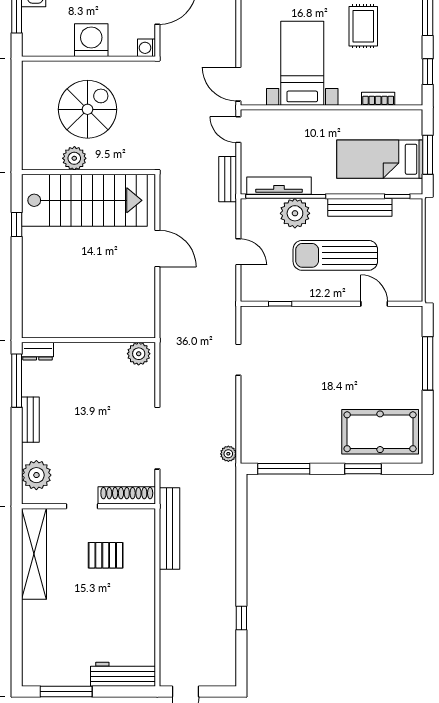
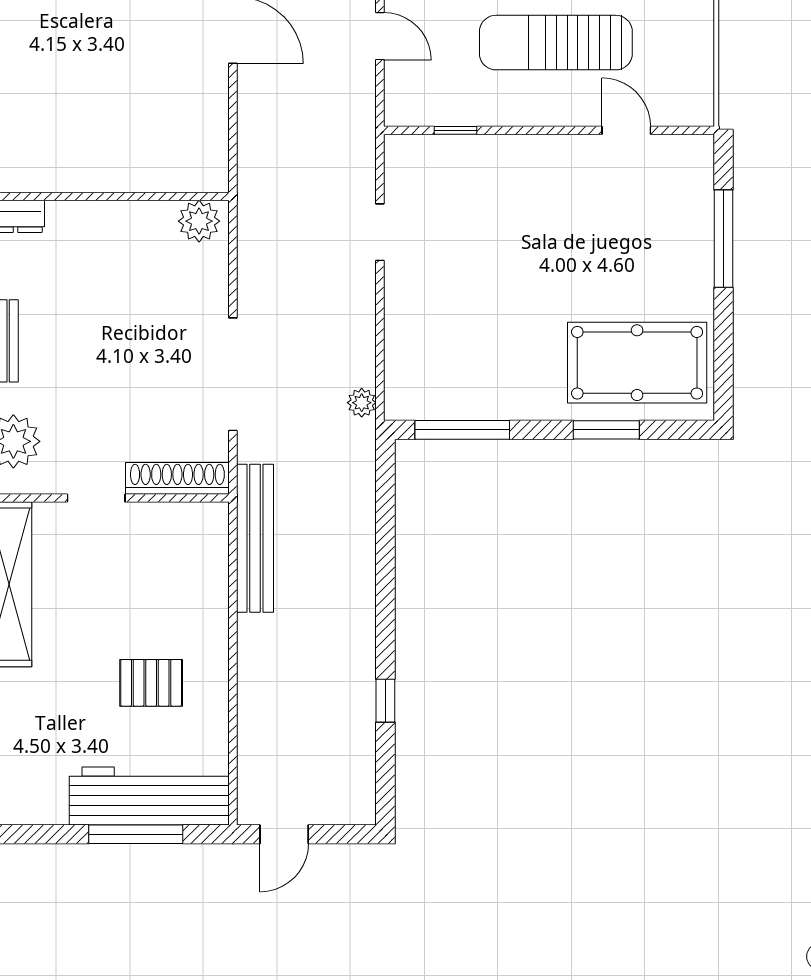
pallet: (106, 555) -> (151, 683), moved
workbench: (123, 674) -> (149, 796), width x1.36, depth x1.32
window: (66, 692) -> (136, 834), moved

